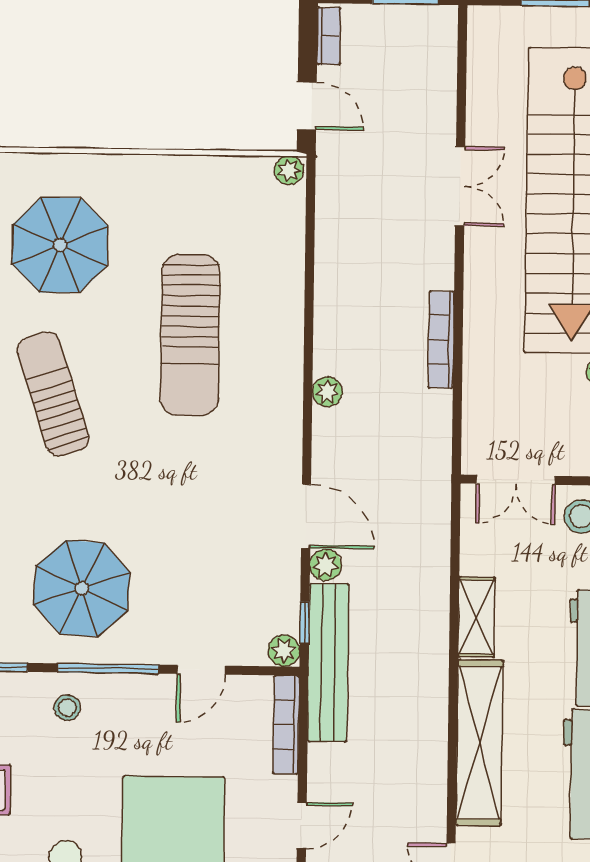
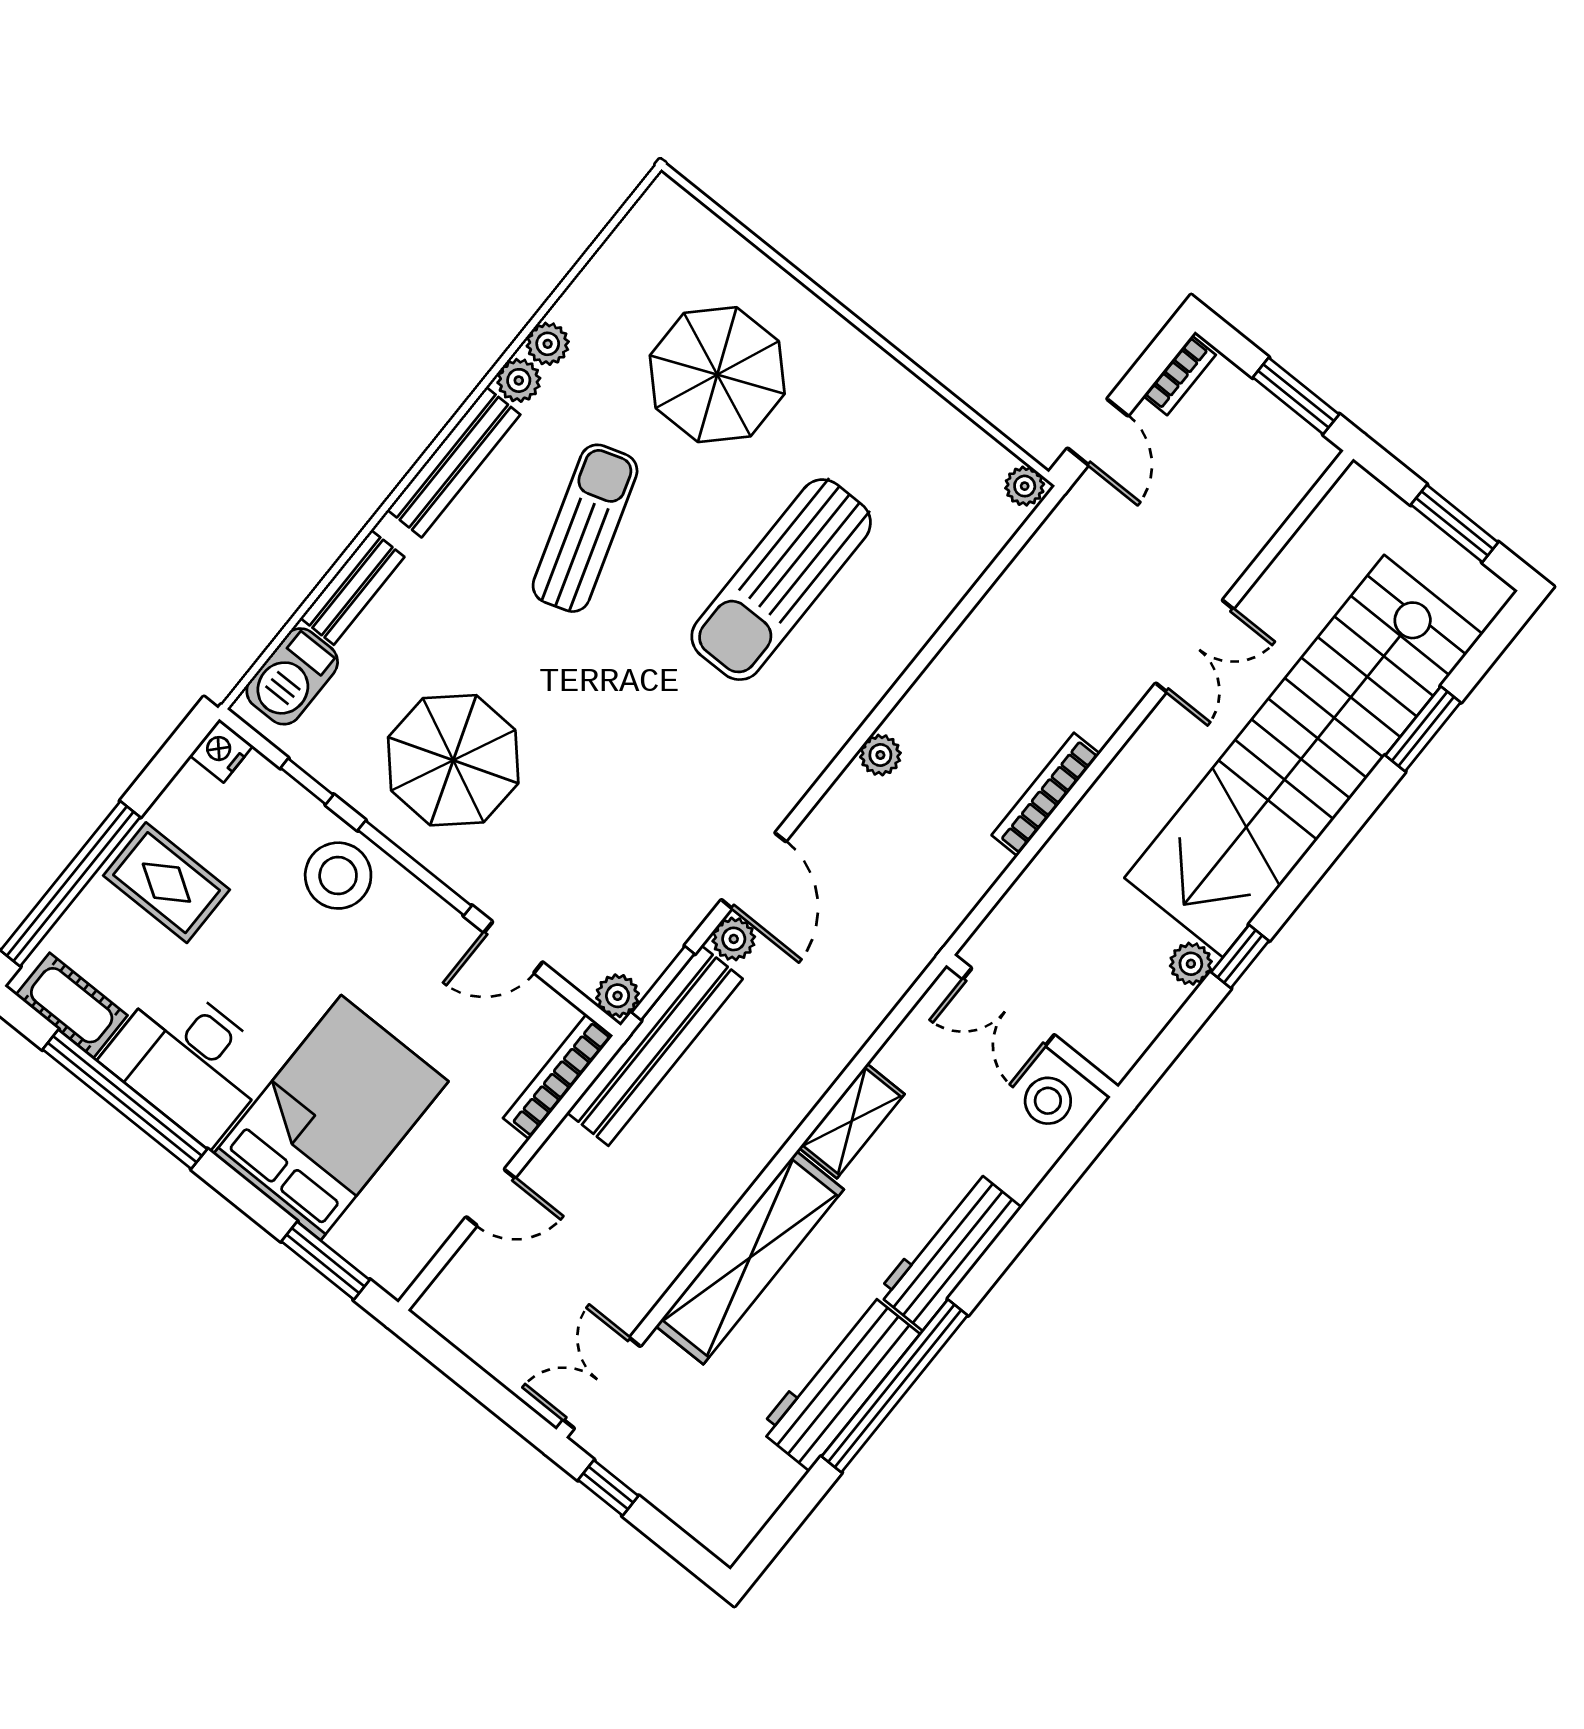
window: (305, 623) -> (663, 983), width x1.50
stool: (67, 708) -> (338, 876), width x1.89, depth x1.89

